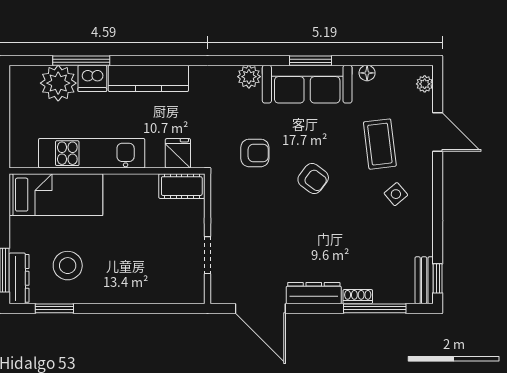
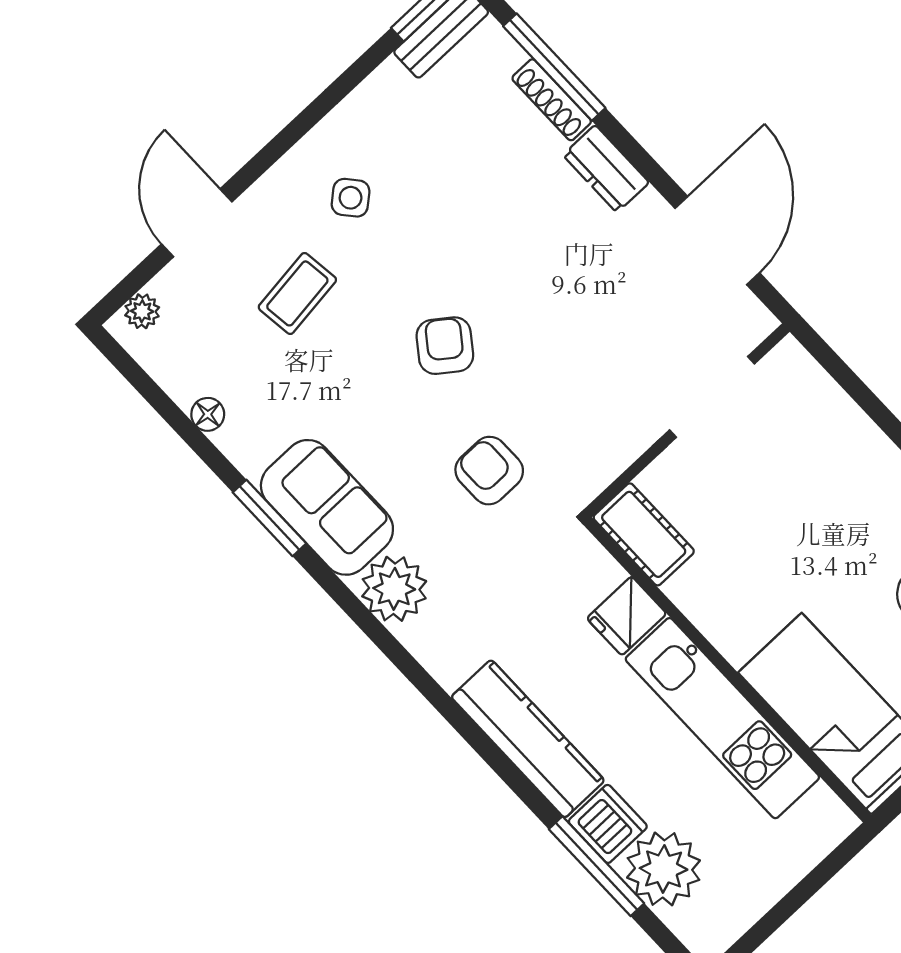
plant: (249, 77) -> (394, 589), width x1.36, depth x1.36
sofa: (307, 84) -> (327, 507), width x0.73
coffee table: (380, 144) -> (297, 293), width x0.73, depth x0.77
fridge: (178, 153) -> (627, 616), moved
doorway: (207, 255) -> (712, 397), width x1.38
dresser: (314, 293) -> (606, 169), width x0.70
shoe rack: (358, 297) -> (552, 100), width x1.43

